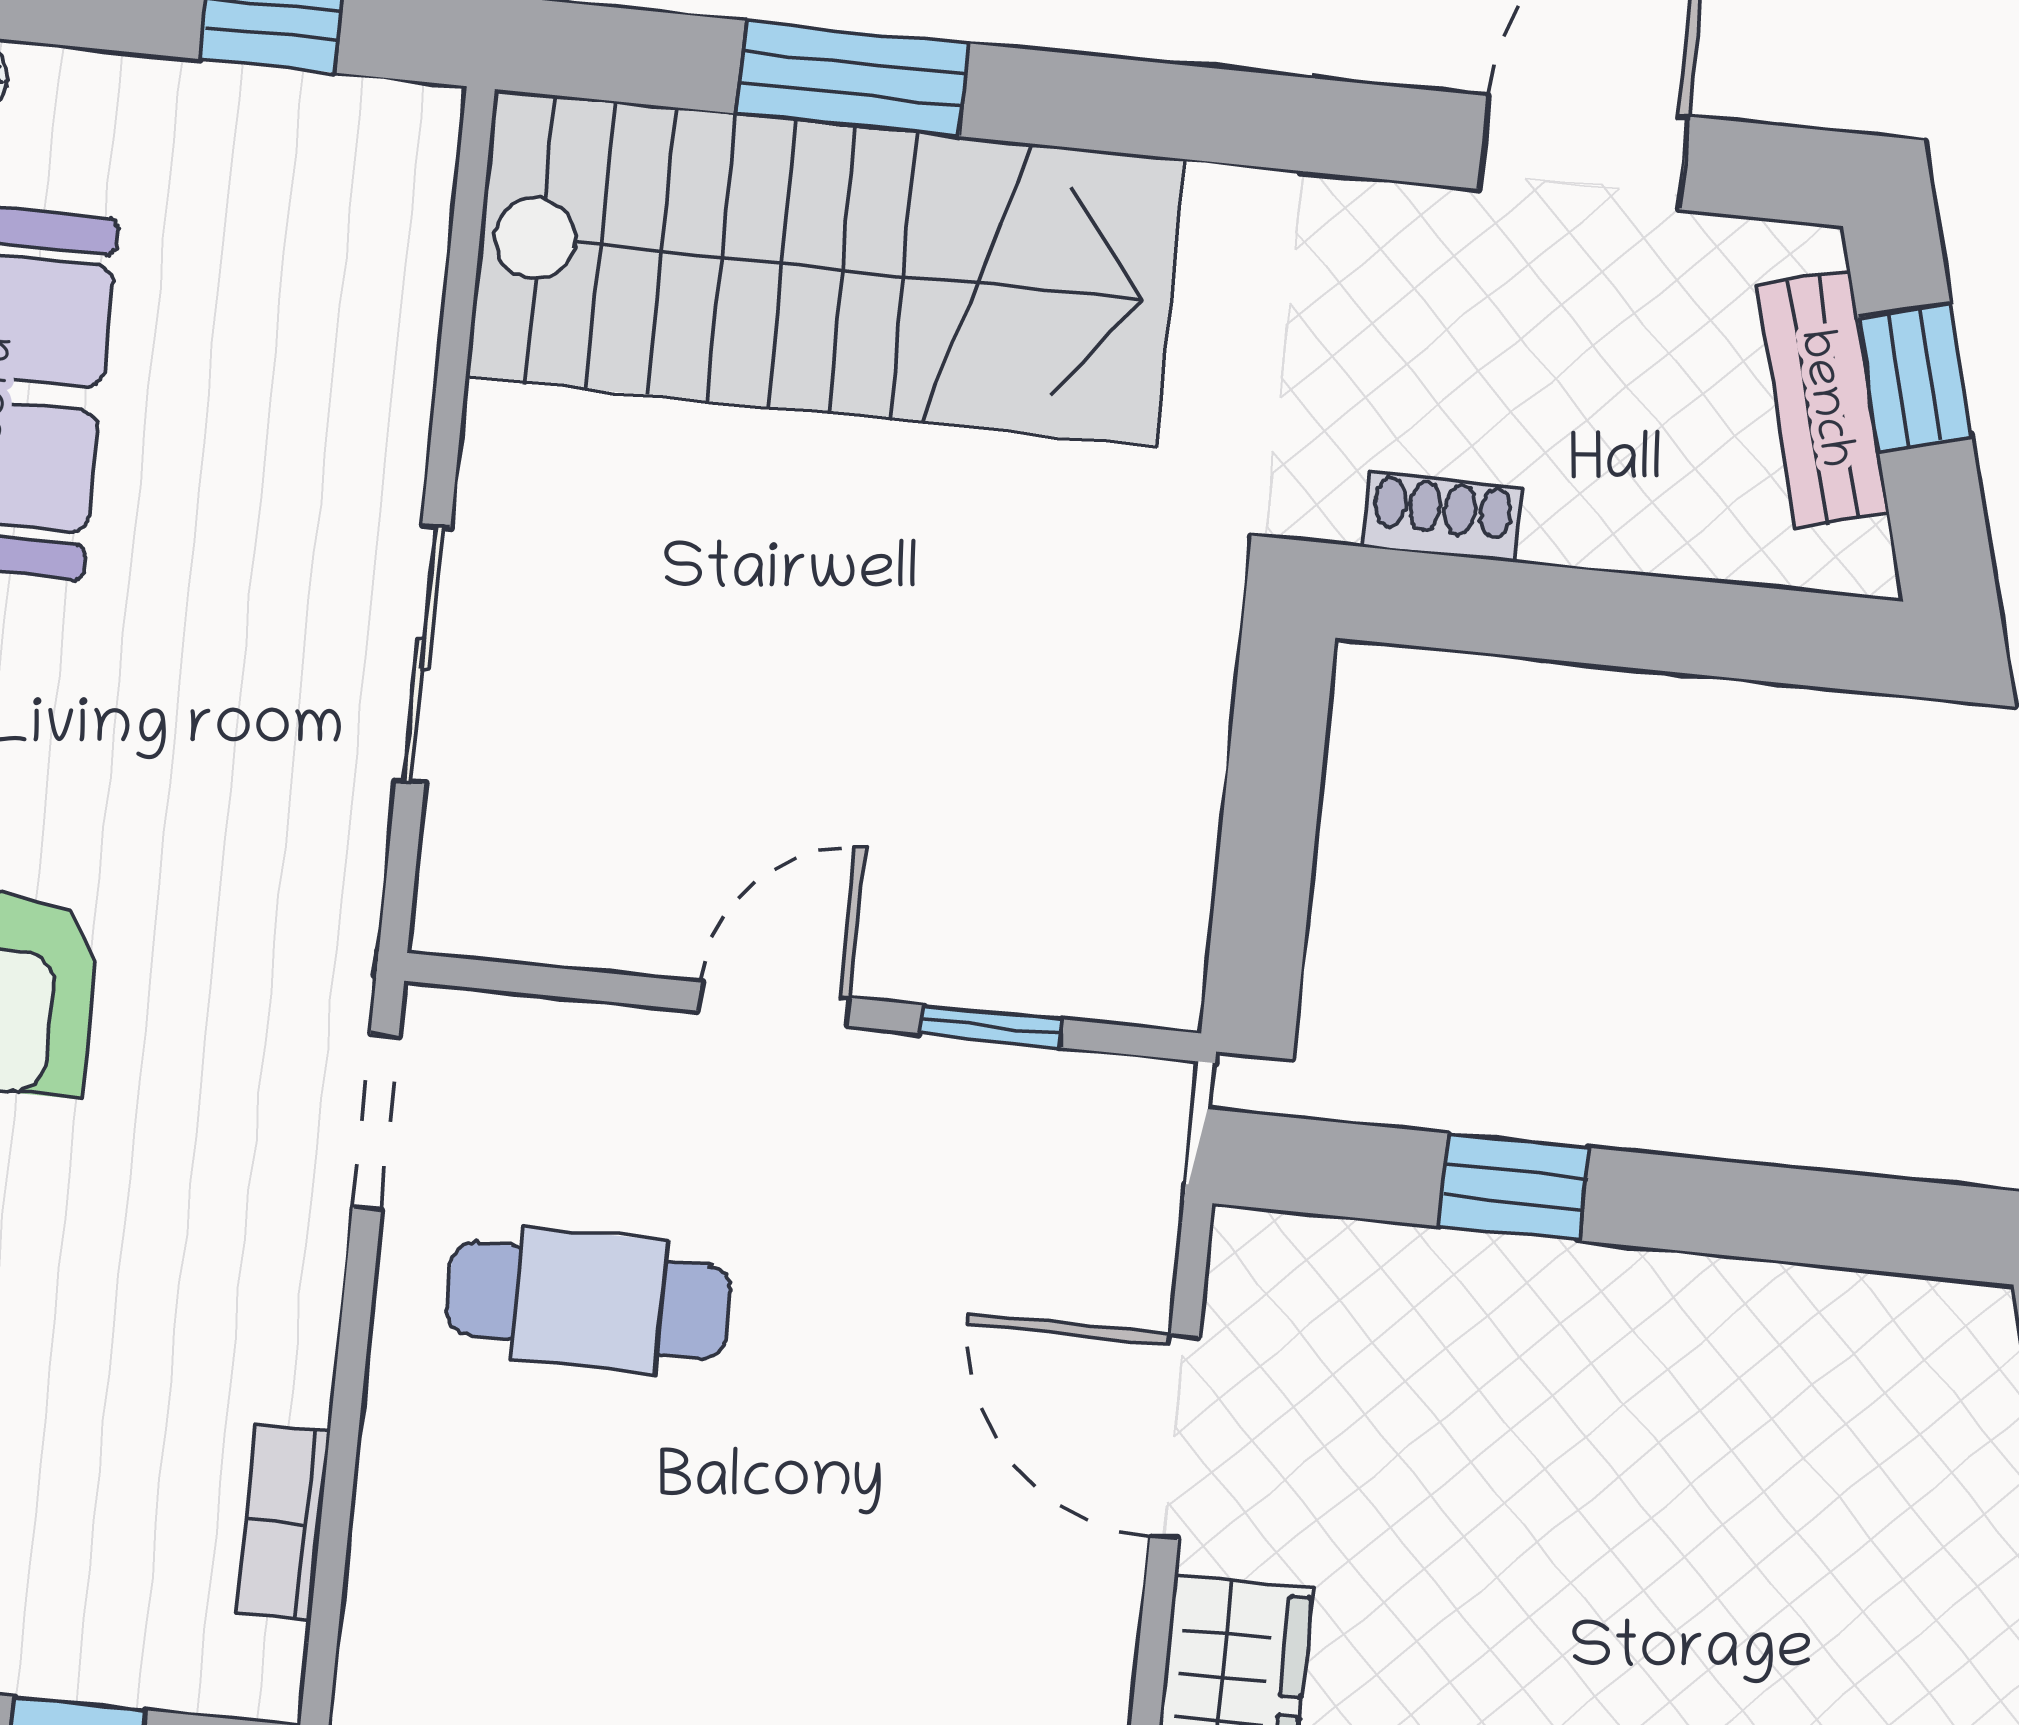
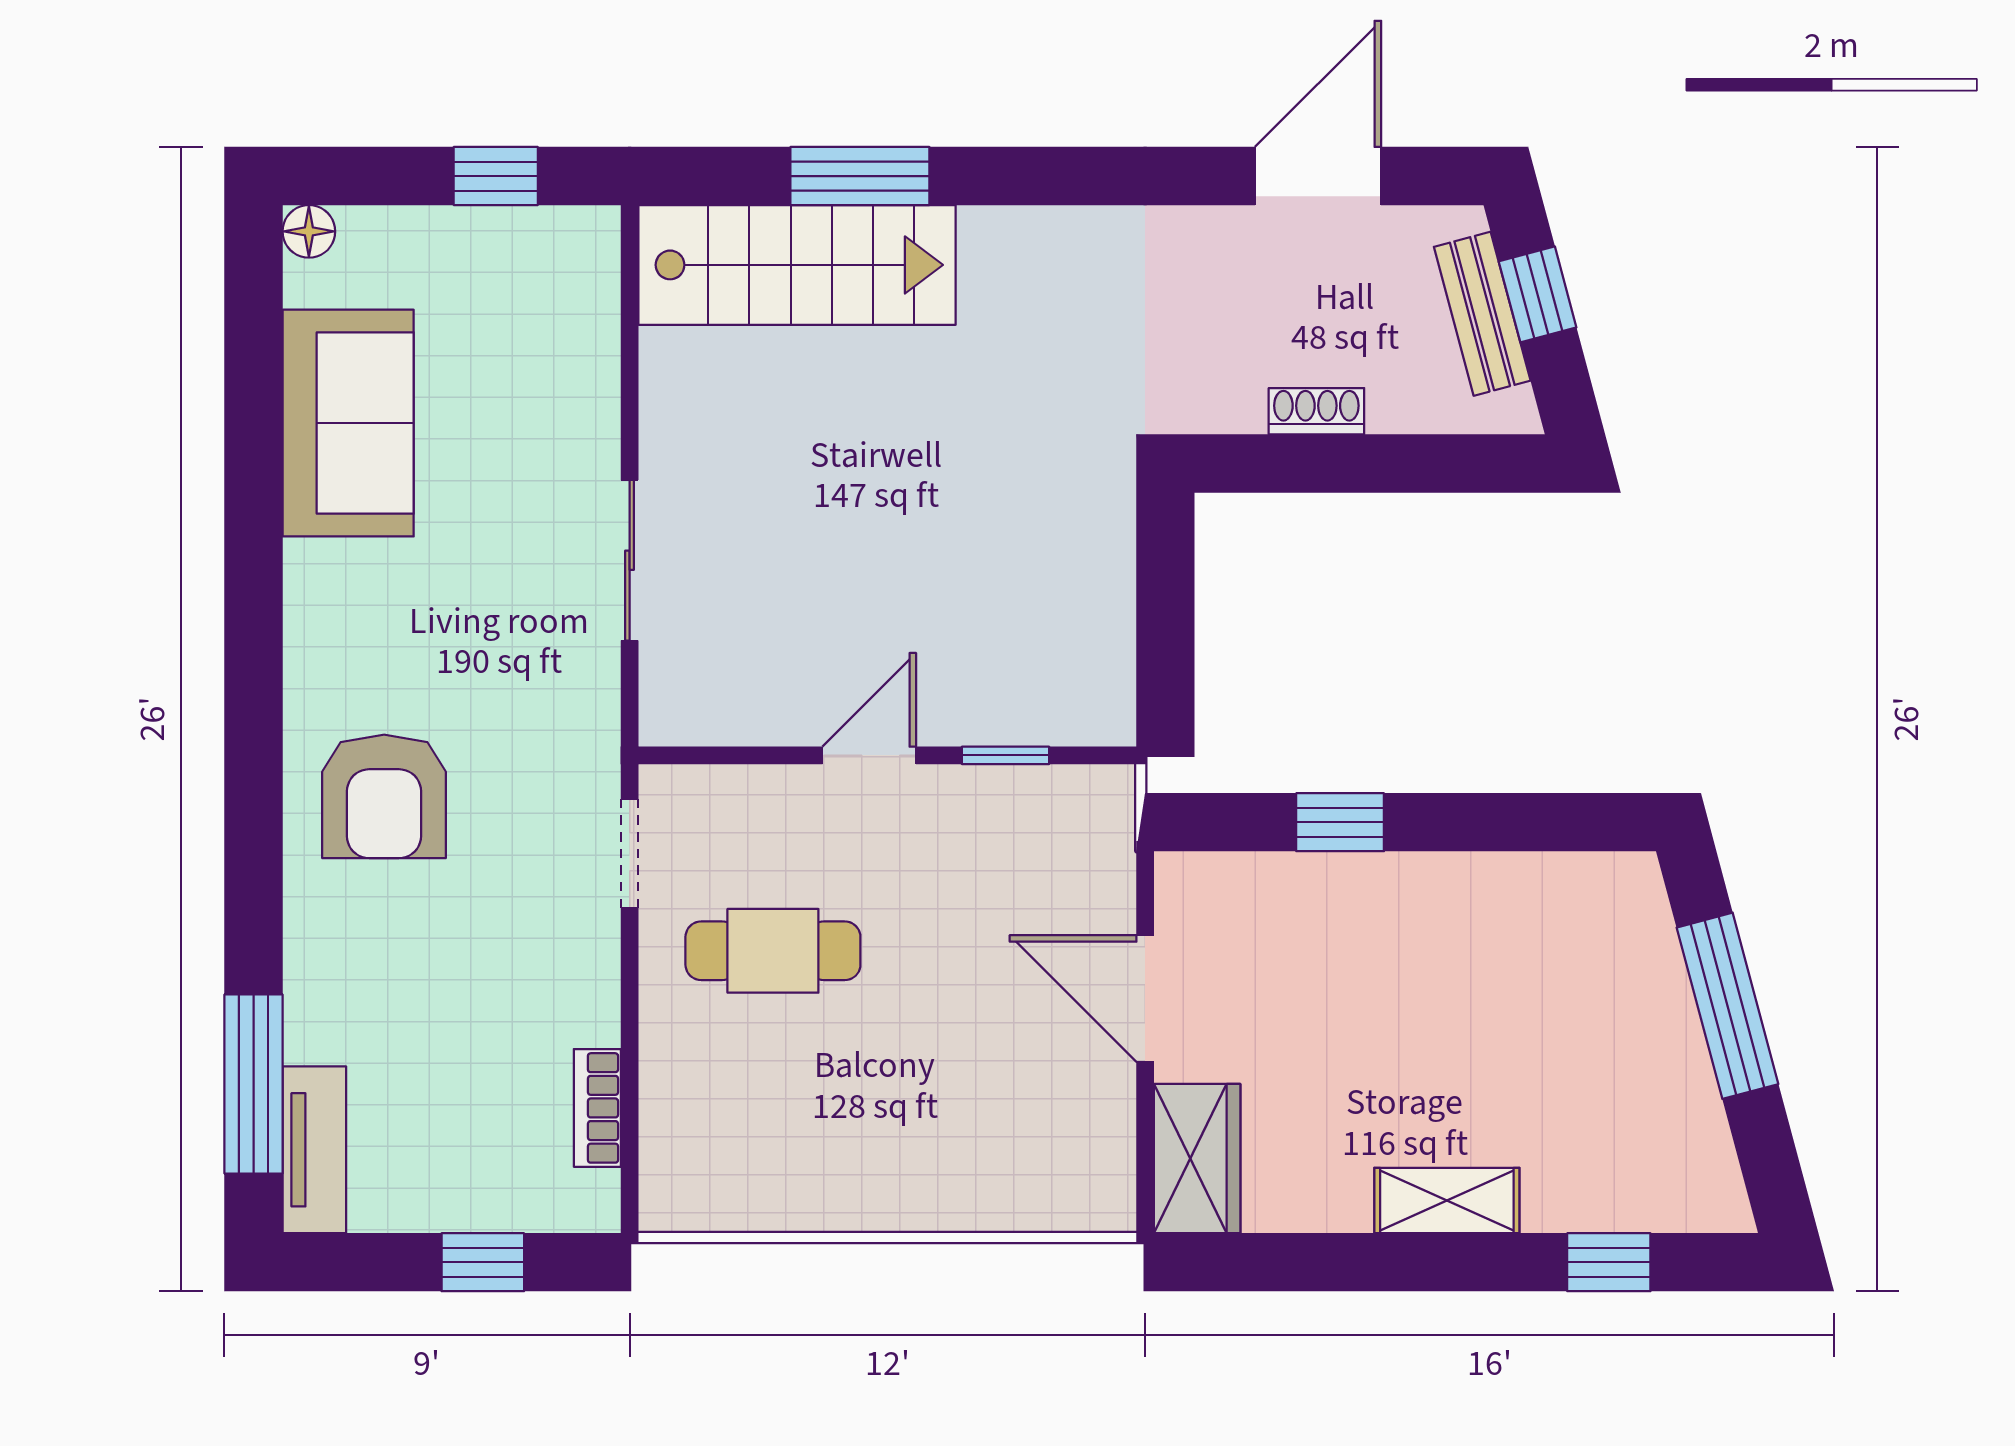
stairs: (825, 268) -> (797, 265), width x0.73, depth x0.66
shoe rack: (1442, 518) -> (1316, 411), moved

